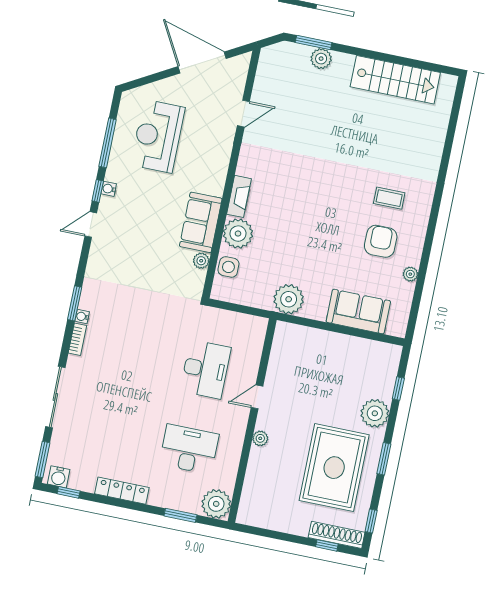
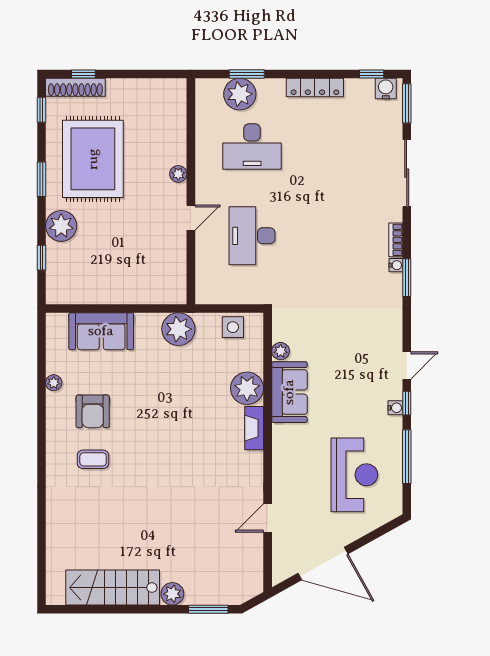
plant: (321, 59) -> (172, 594), moved
side table: (228, 267) -> (233, 327), moved
plant: (216, 504) -> (240, 94), moved

